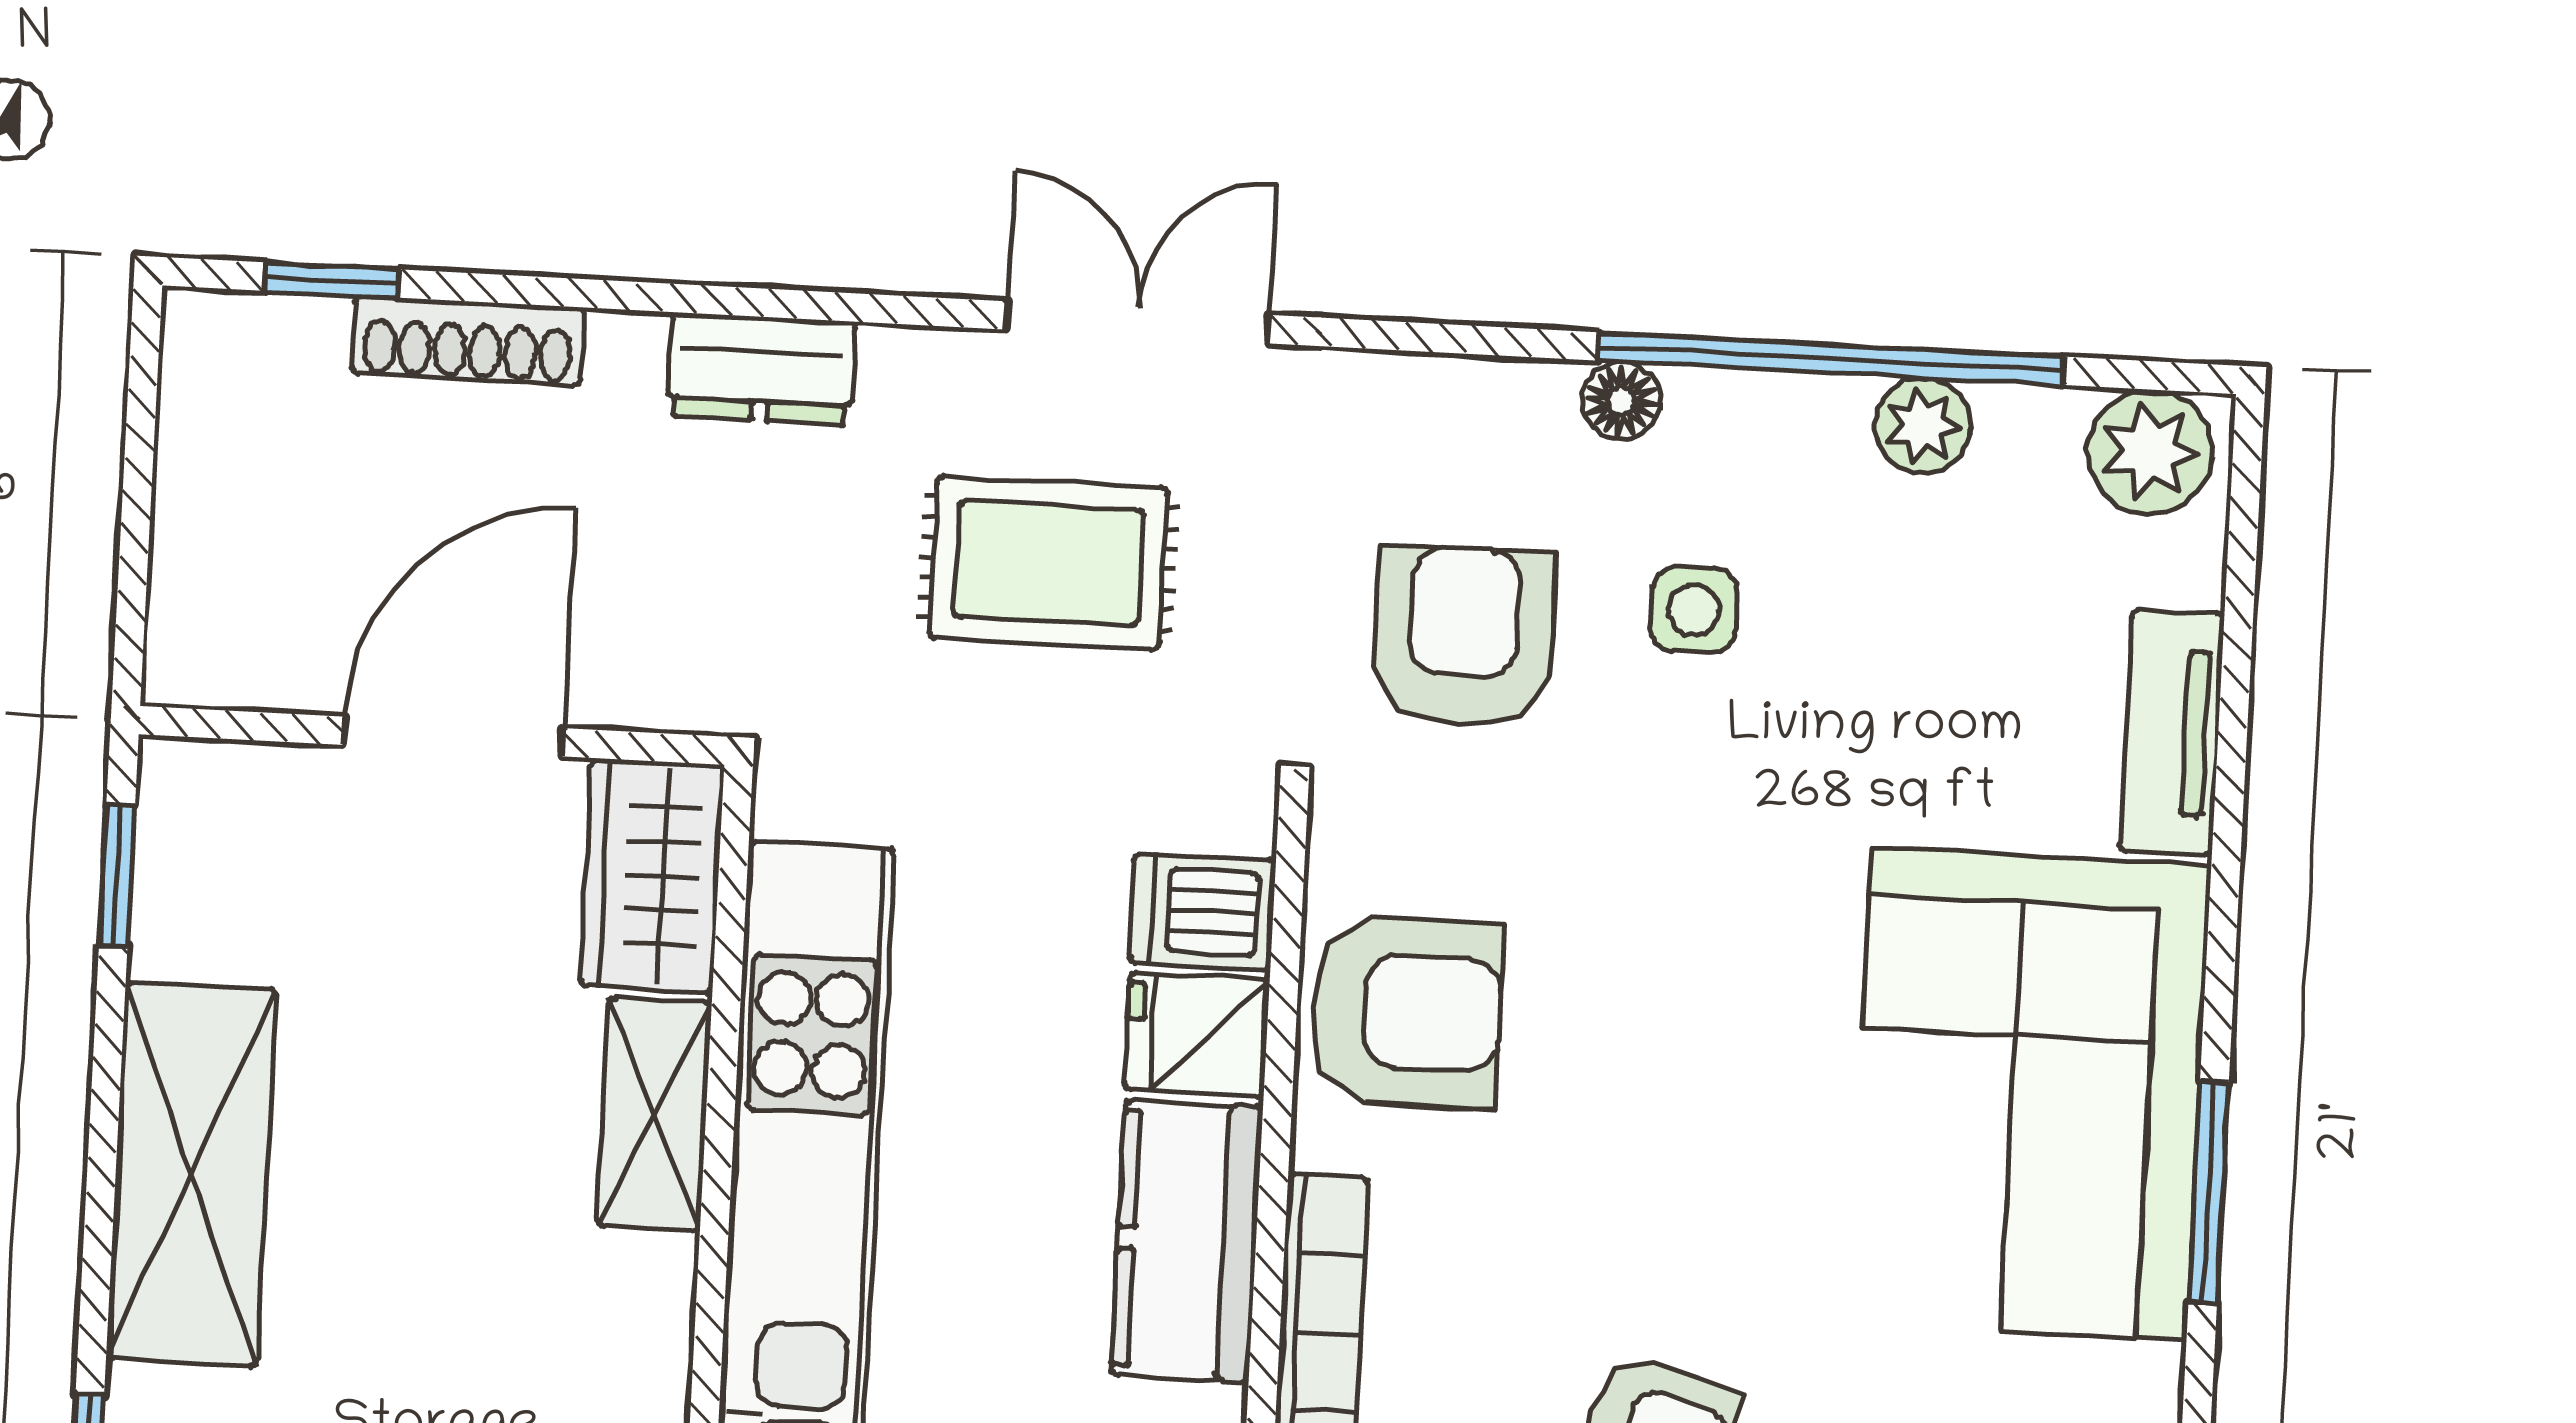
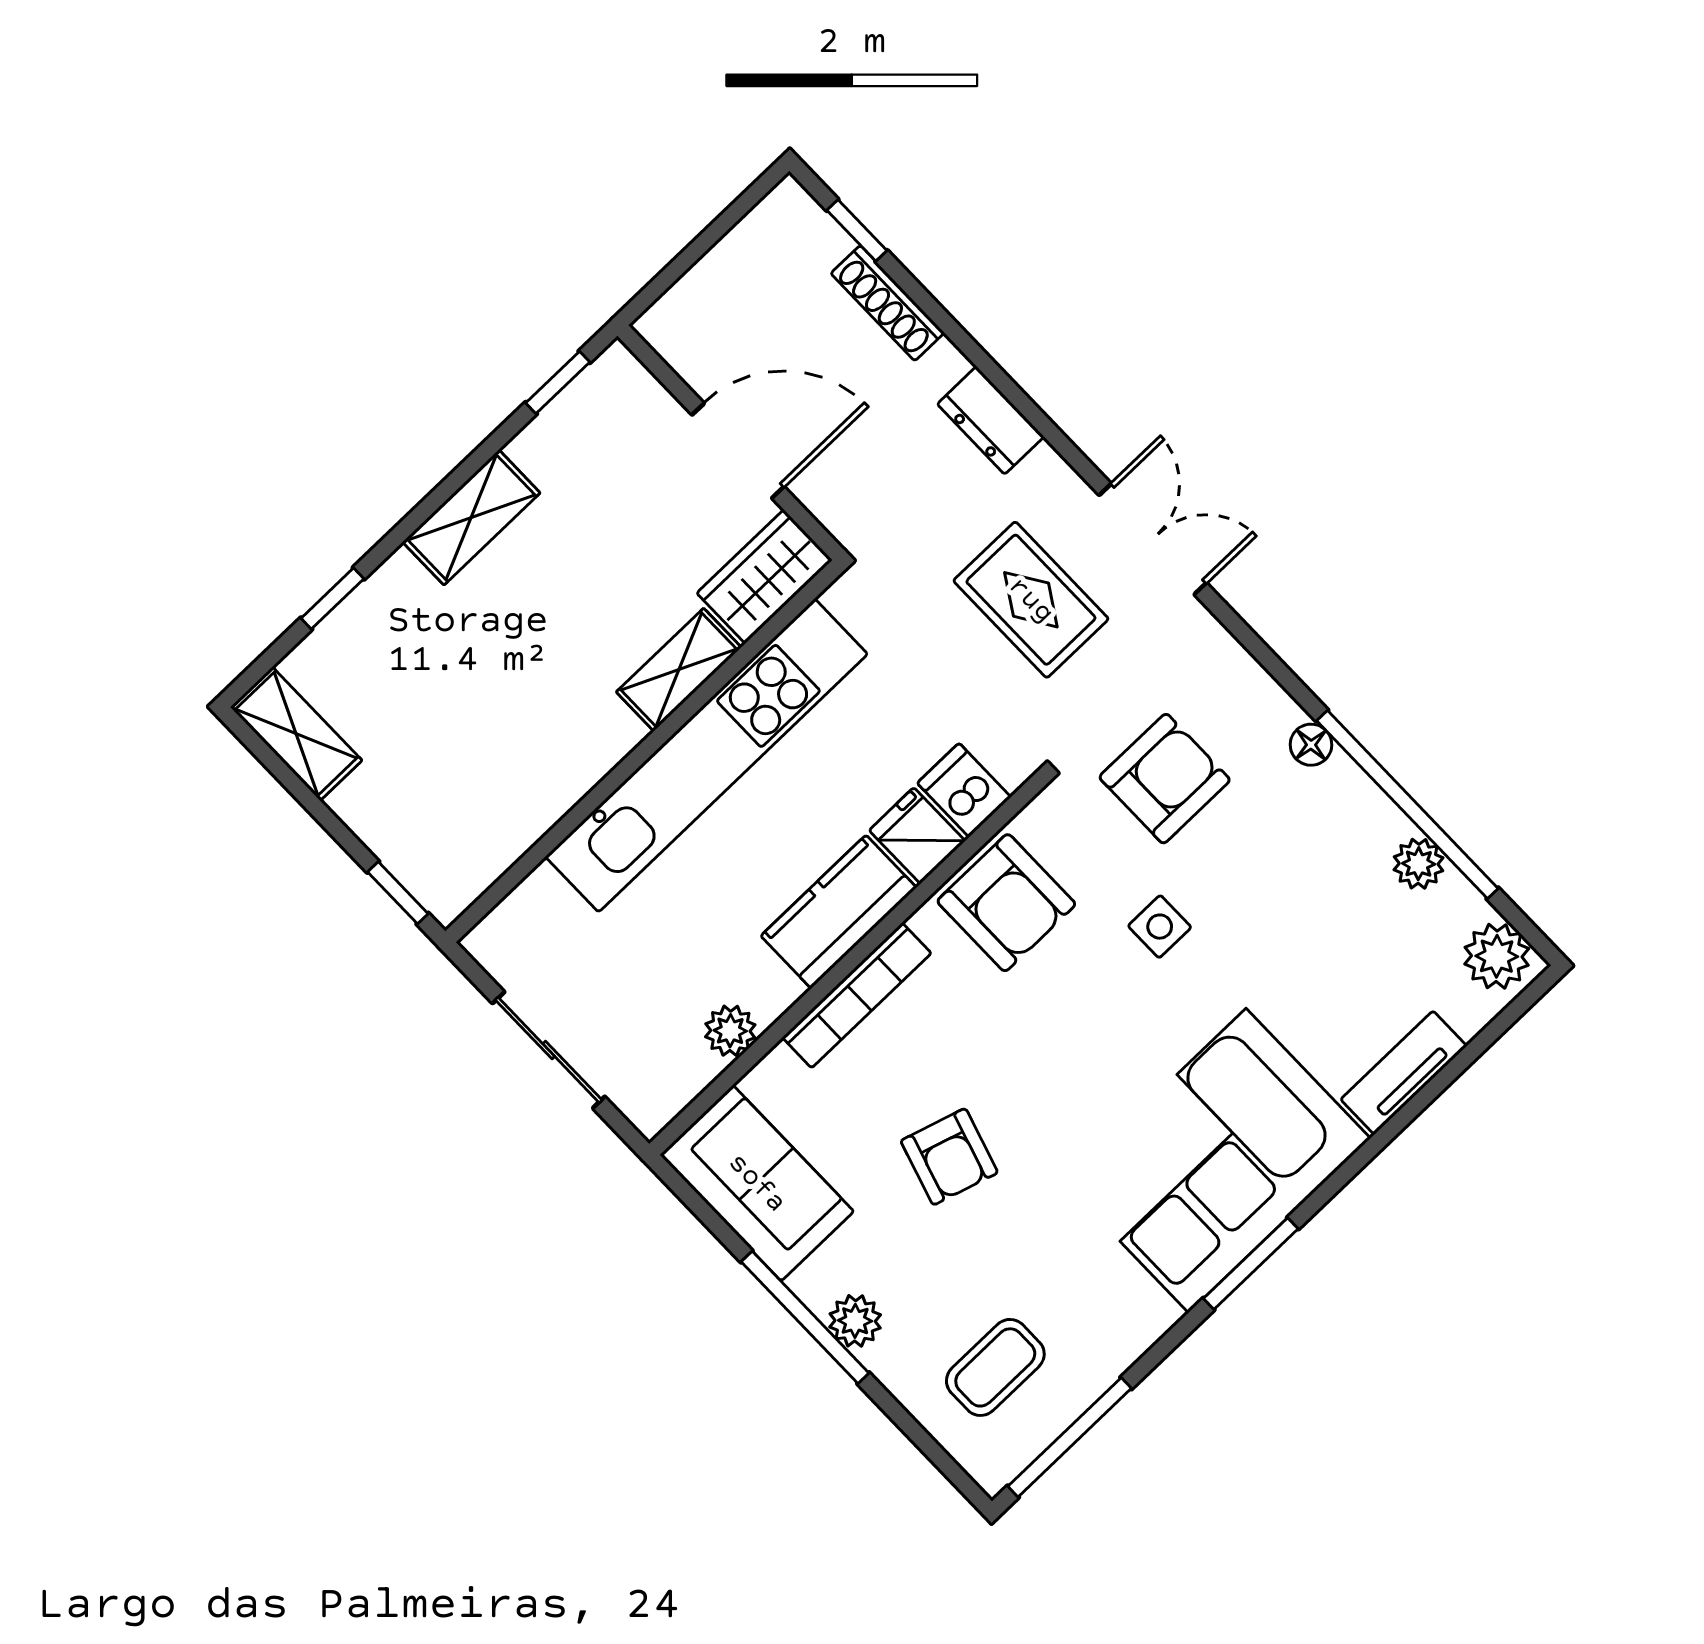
side table: (1694, 610) -> (1160, 927), moved
shelving: (191, 1174) -> (471, 517), width x0.67, depth x0.75

